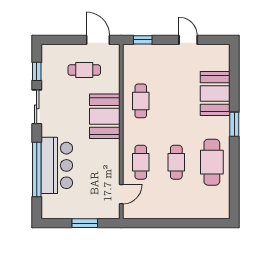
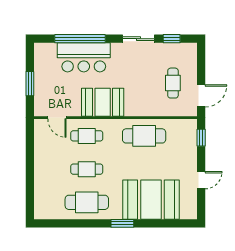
booth: (215, 94) -> (151, 200), width x1.36, depth x1.42
cafe table: (141, 101) -> (144, 136), width x1.37, depth x1.35
booth: (105, 116) -> (103, 102), moved

